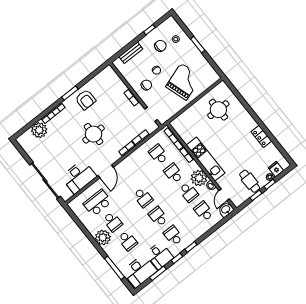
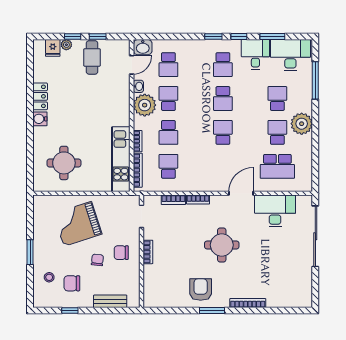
water cooler: (251, 124) -> (40, 119), added
plant: (39, 130) -> (278, 297), removed
school desk: (158, 154) -> (168, 166), turned 180
kitchen unit: (206, 159) -> (121, 159), moved

